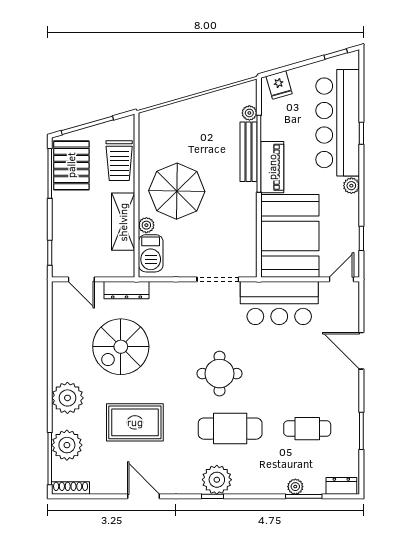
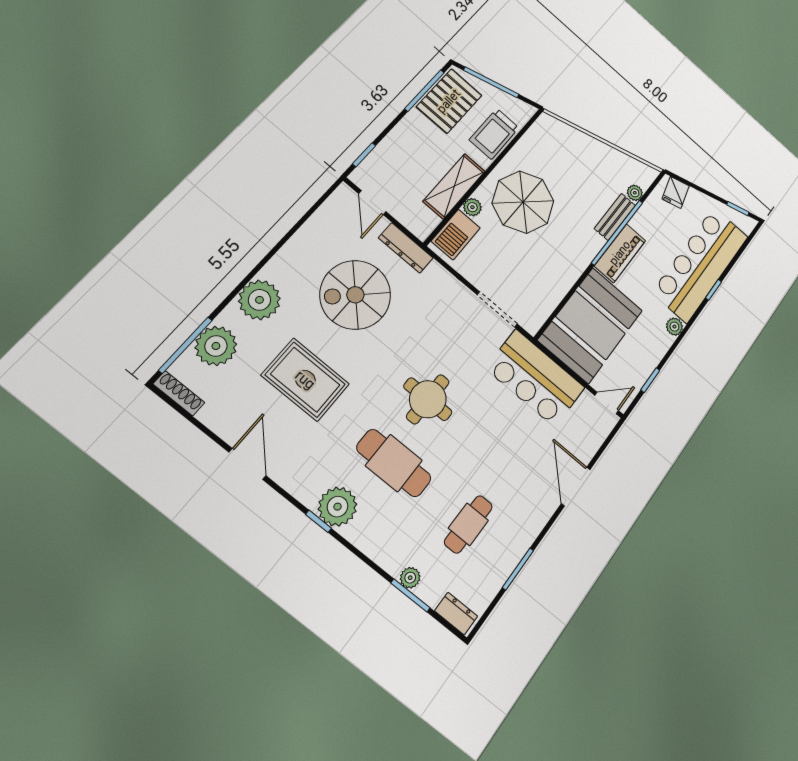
bench: (248, 152) -> (615, 217), width x0.73
cafe table: (307, 429) -> (468, 524), turned 90

